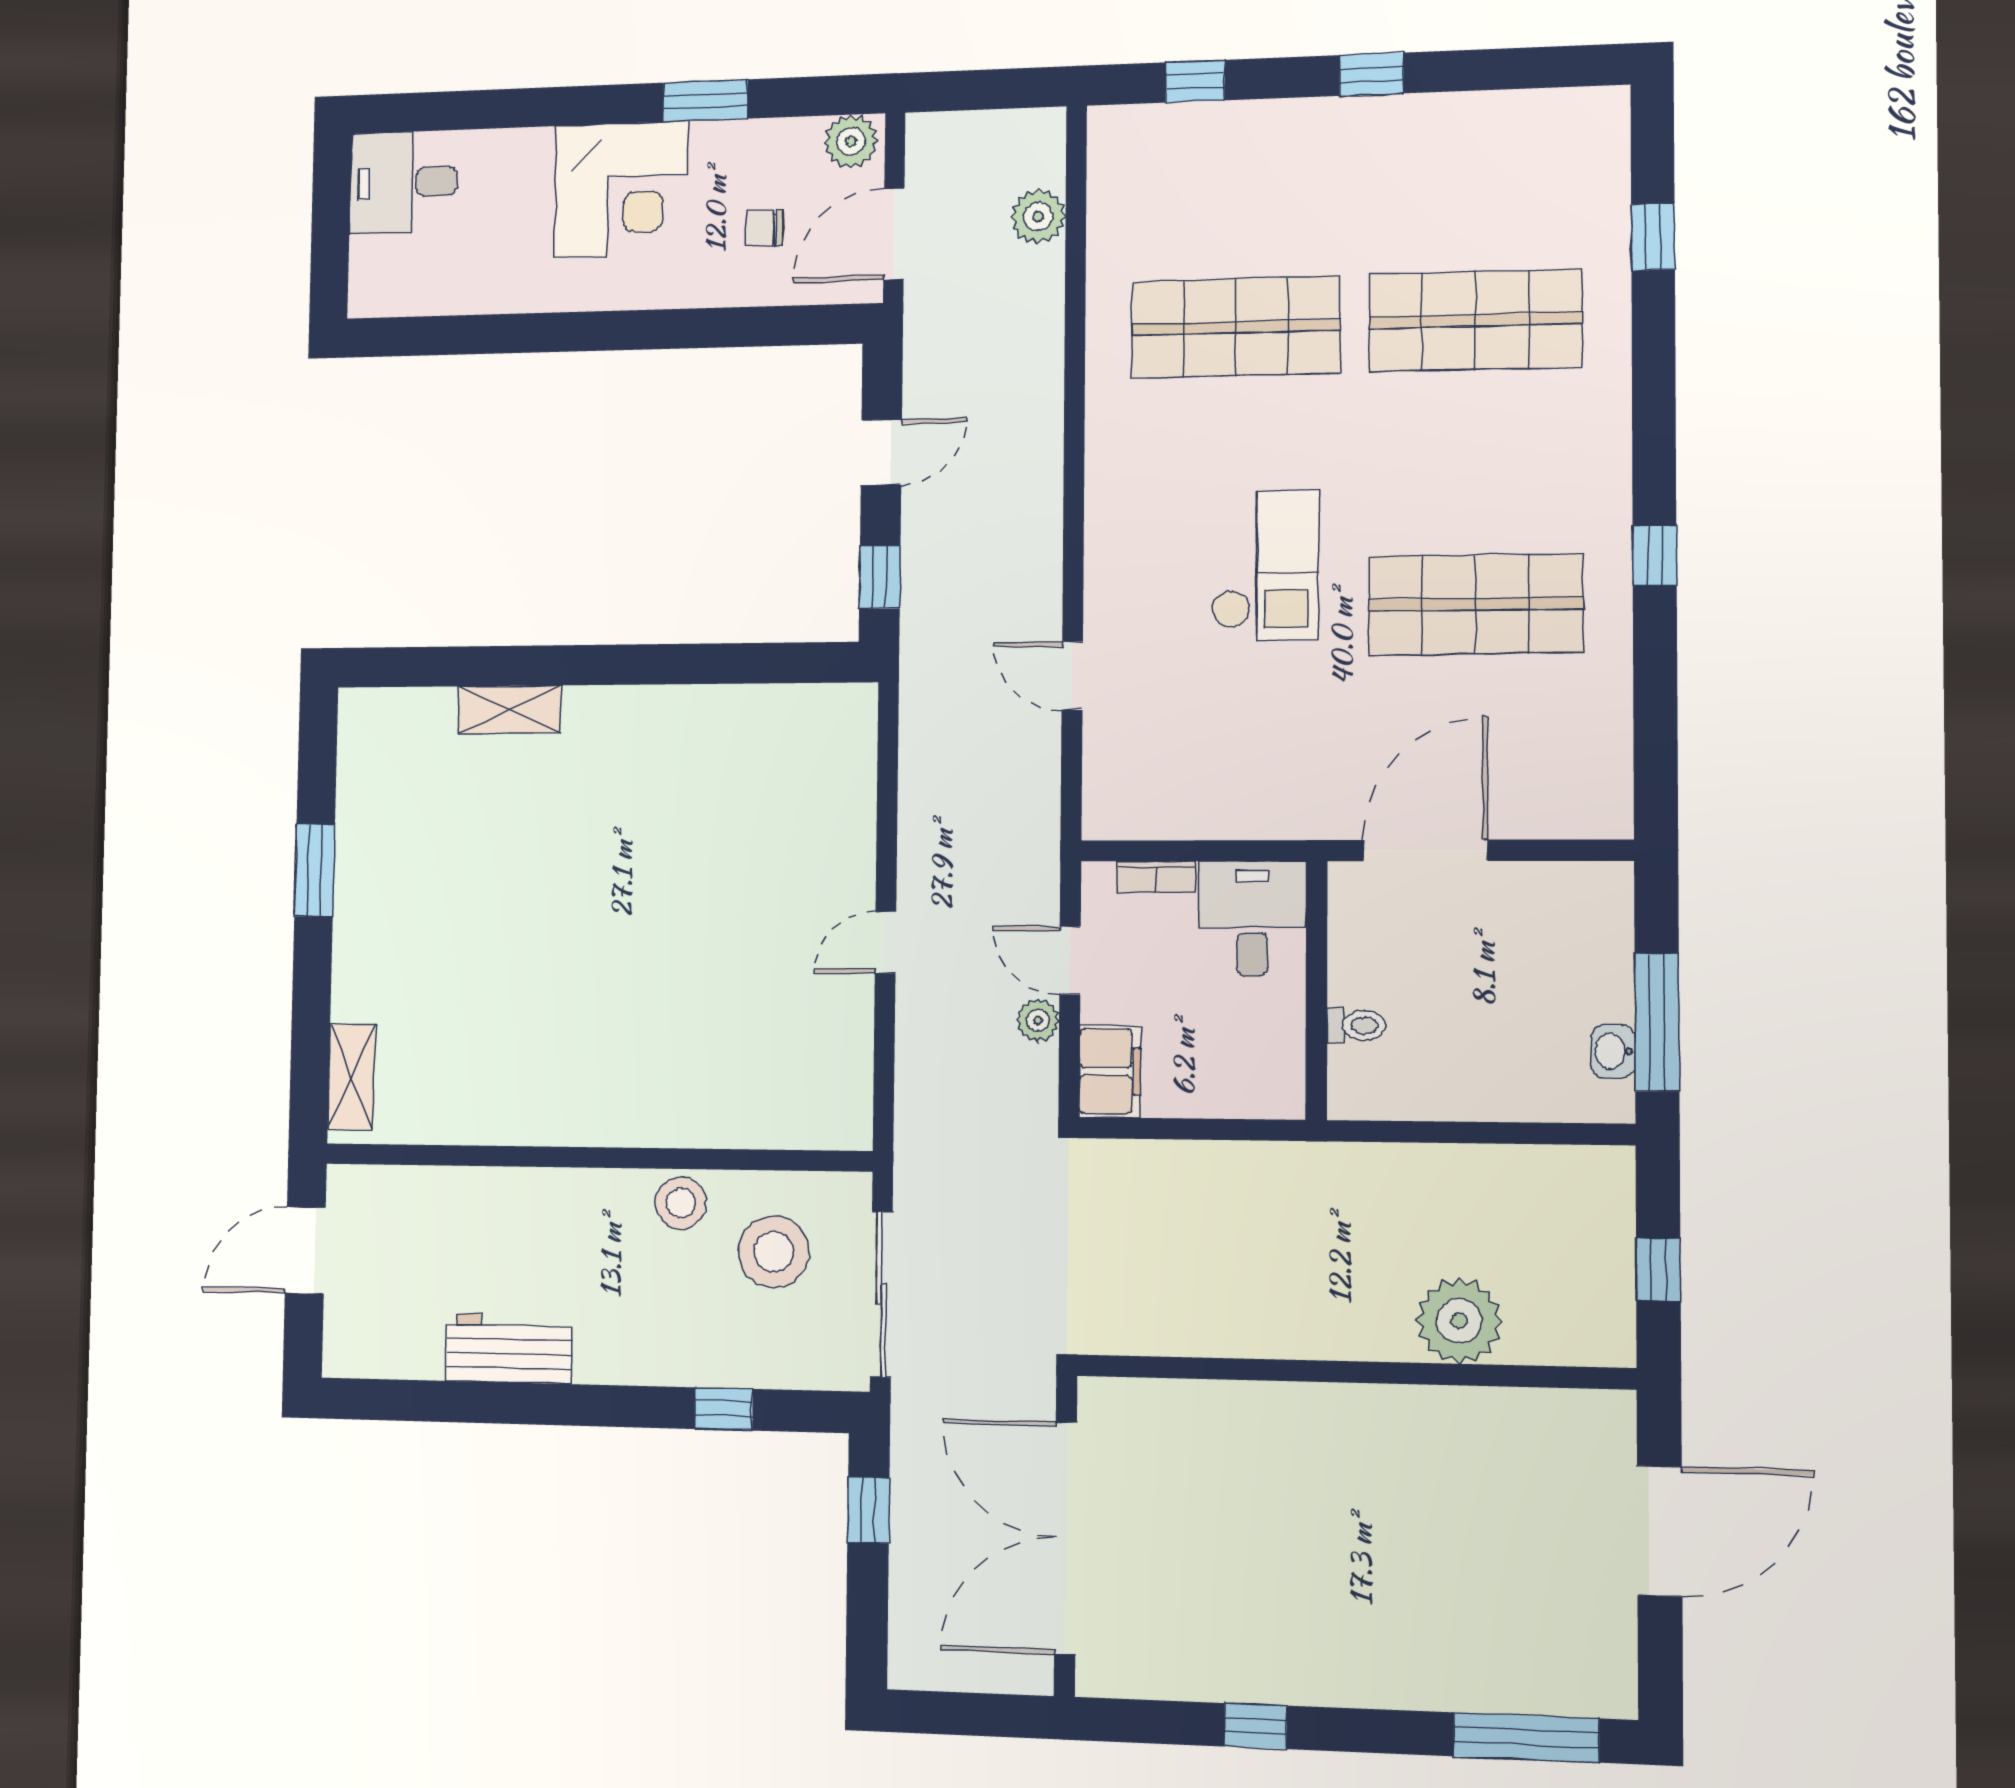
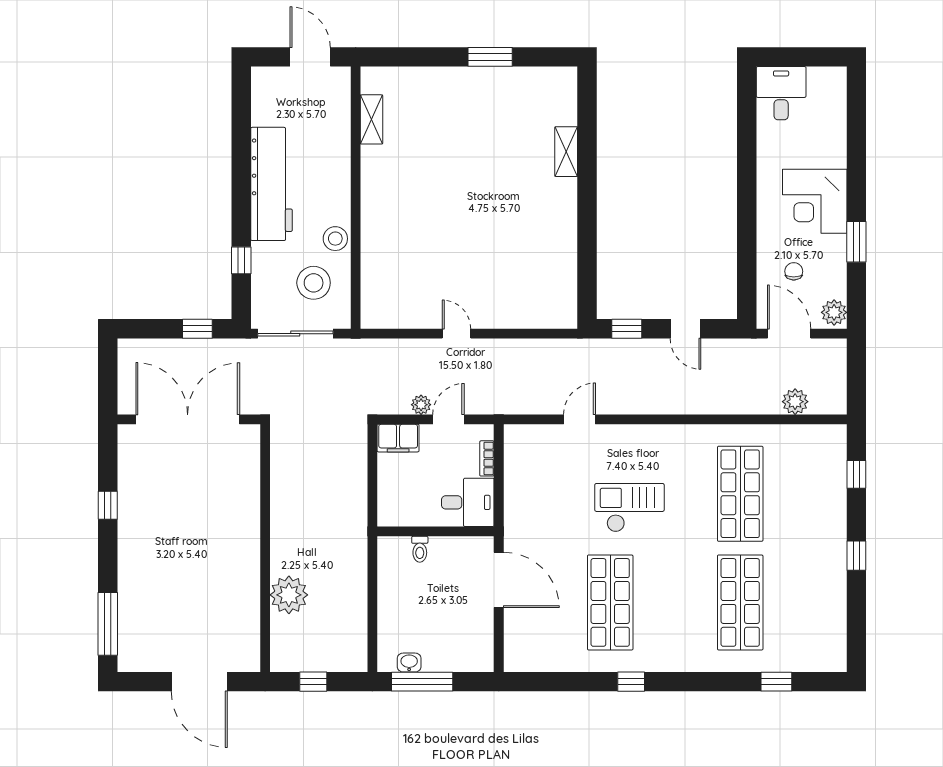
desk: (404, 183) -> (781, 93), moved
checkout: (1265, 565) -> (629, 508), turned 180
shelving: (351, 1077) -> (372, 119), moved, turned 90
workbench: (509, 1349) -> (271, 184), width x1.88, depth x1.32

